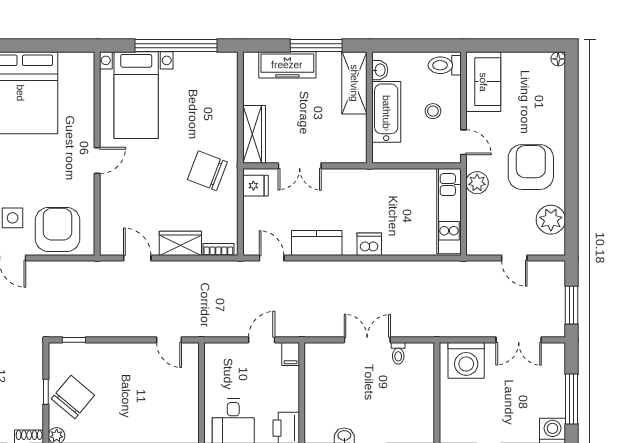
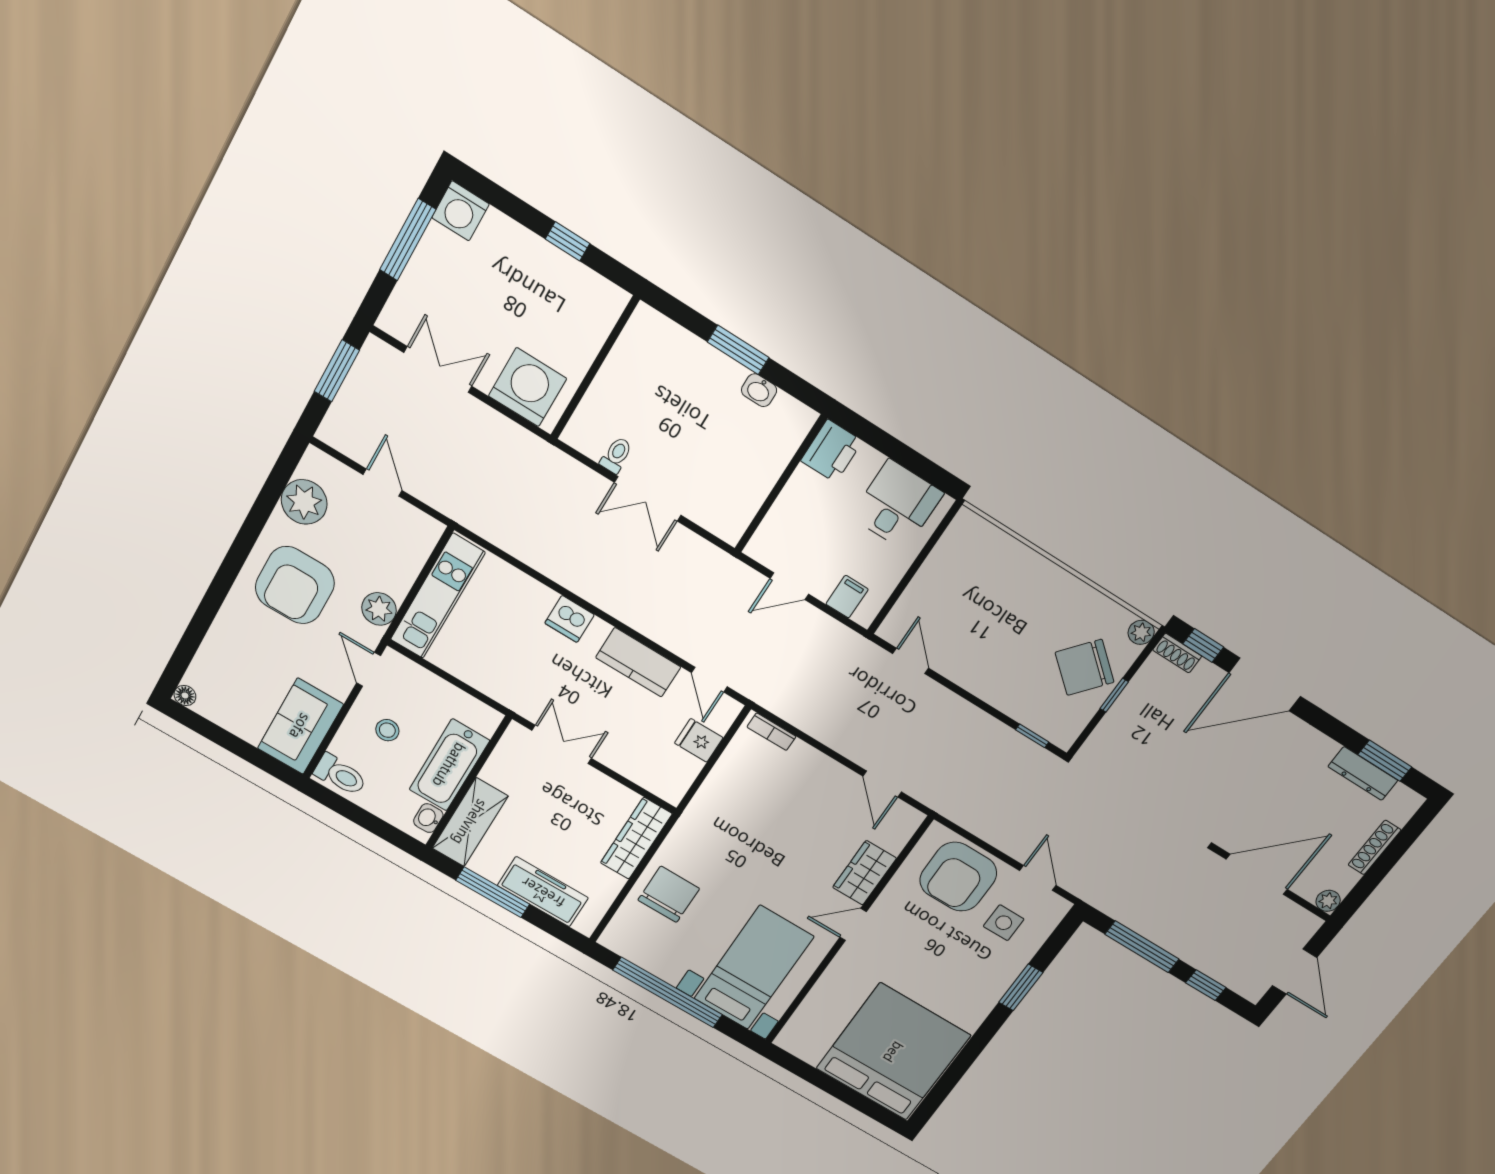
double door: (300, 166) -> (562, 744), moved
chair: (207, 171) -> (669, 894), moved, turned -111
fridge: (255, 186) -> (699, 740), moved
wardrobe: (180, 243) -> (864, 873), moved, turned 90
filing cabinet: (291, 354) -> (847, 597), moved

